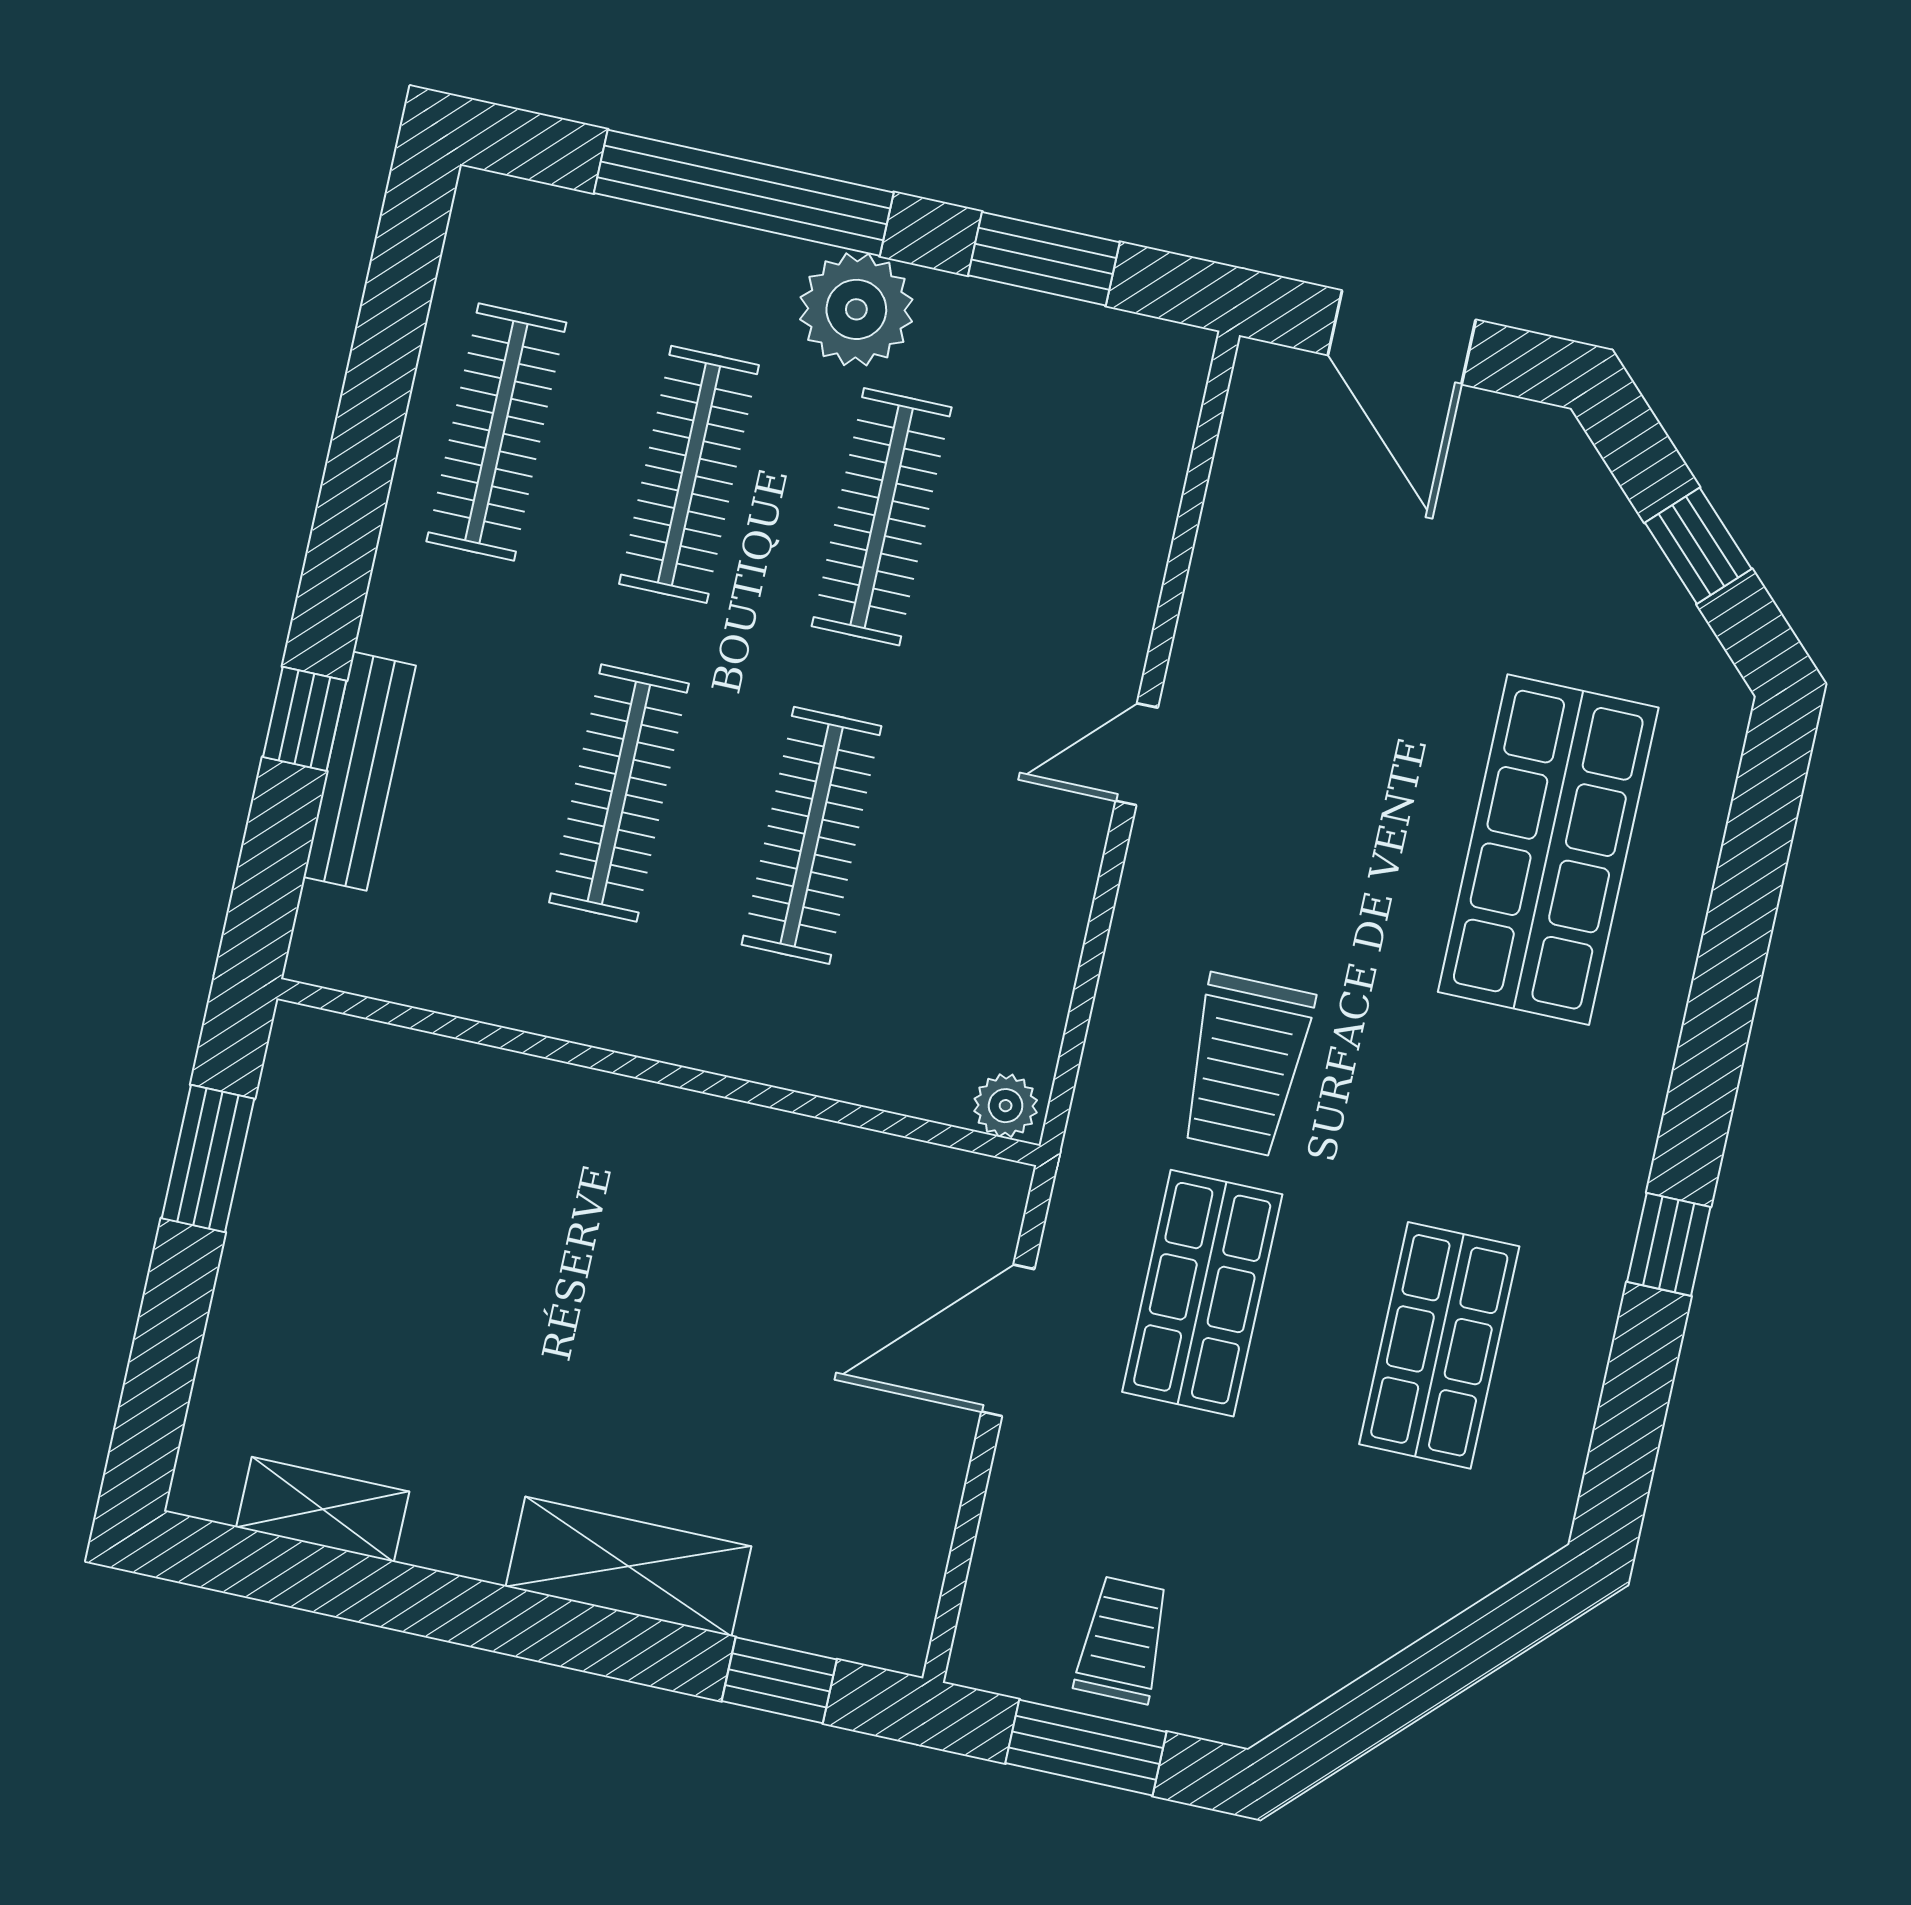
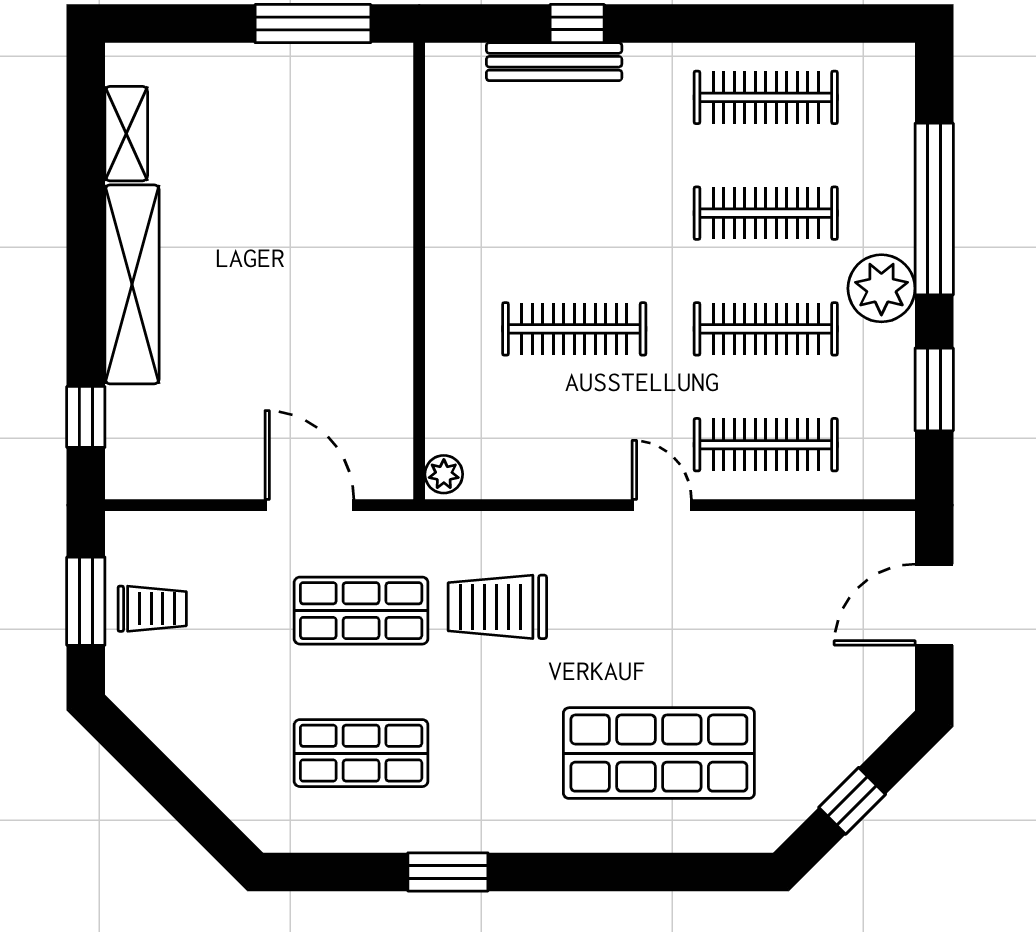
clothes rail: (619, 793) -> (766, 445), moved
window: (208, 1159) -> (313, 24), width x1.44
window: (1669, 1244) -> (448, 872), width x1.50
shelving: (628, 1566) -> (132, 284), width x1.47

